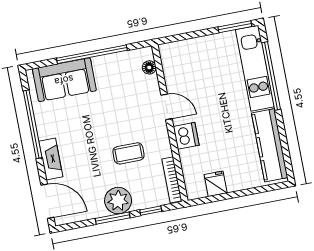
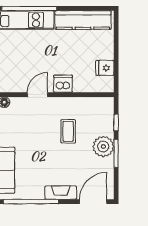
bookcase: (172, 180) -> (95, 101), removed

